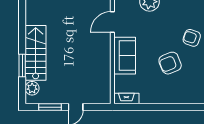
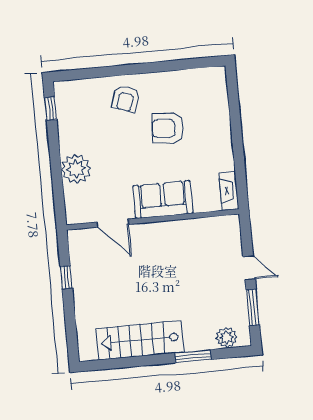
stairs: (36, 53) -> (140, 340), moved
armchair: (170, 63) -> (168, 128), turned 117

